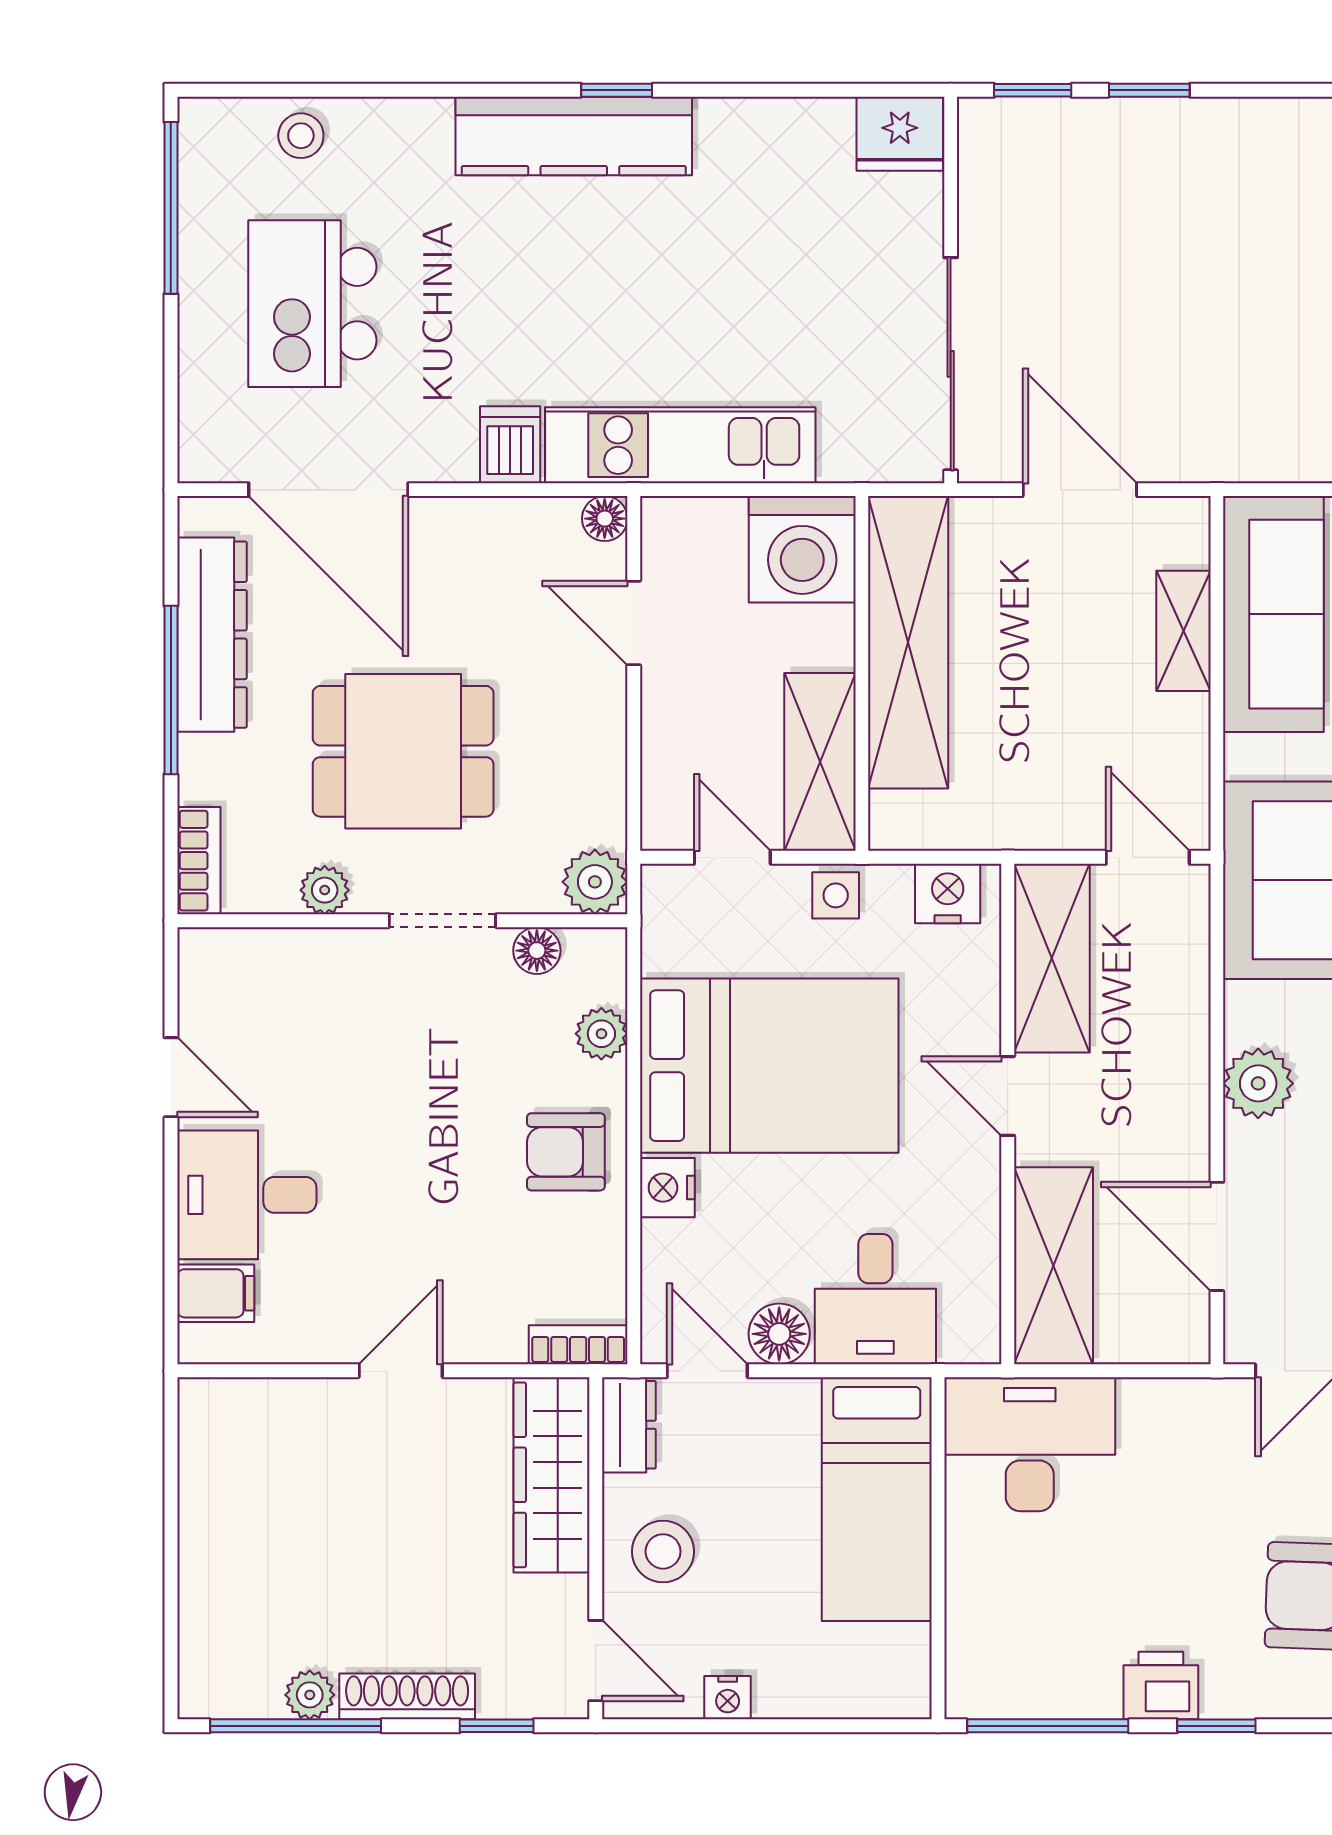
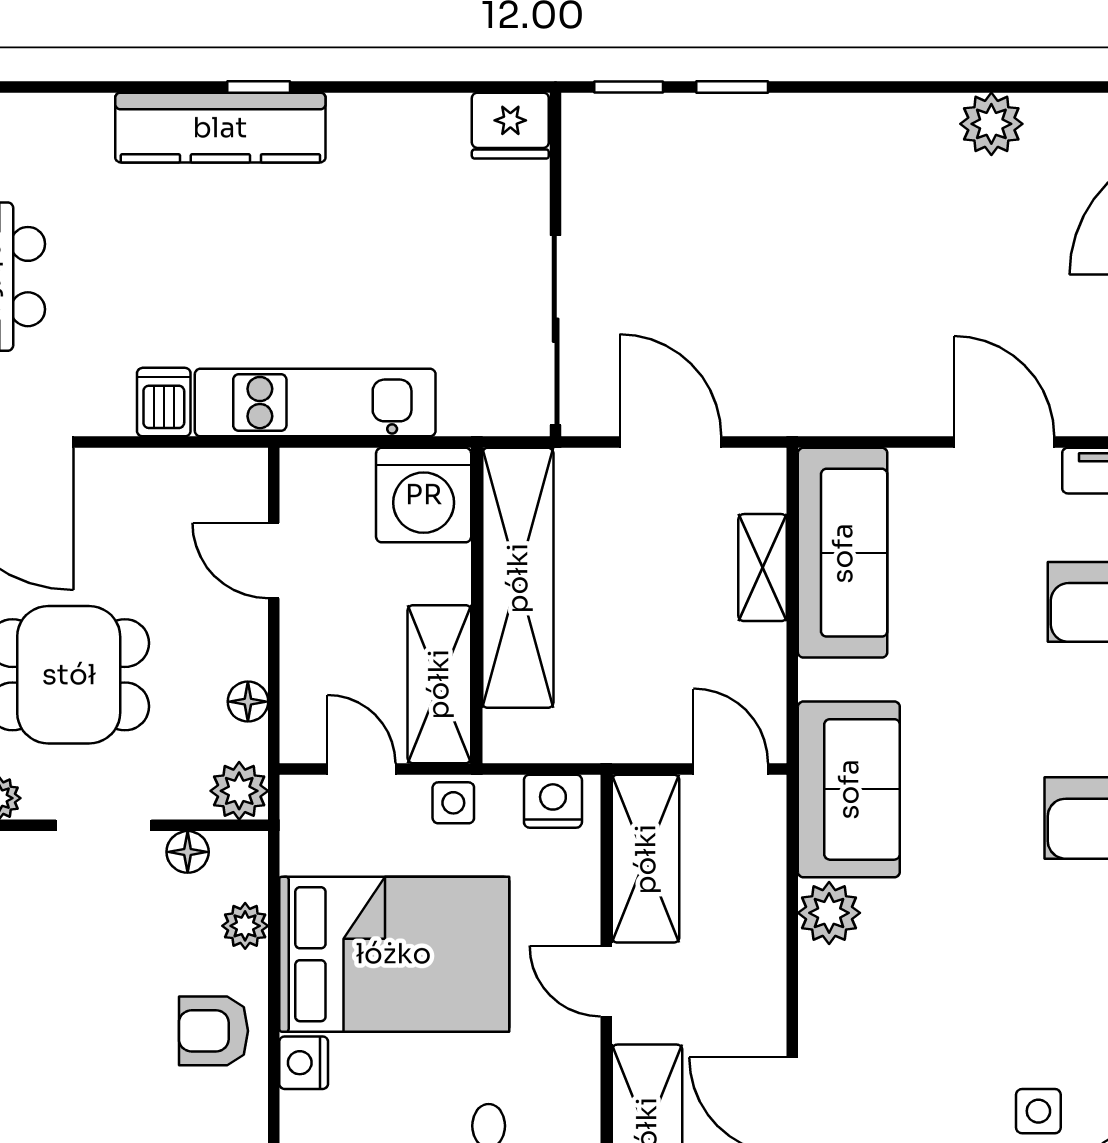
floor lamp: (605, 519) -> (248, 702), moved
plant: (1258, 1083) -> (829, 913), moved

